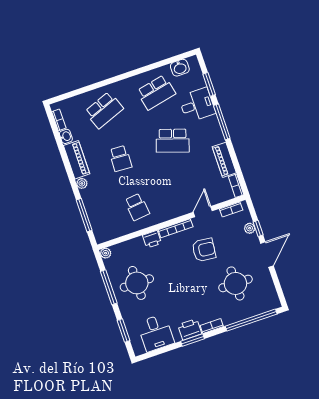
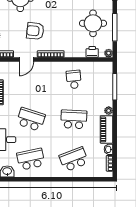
school desk: (120, 158) -> (74, 119), width x1.85
printer: (152, 239) -> (92, 52), moved

